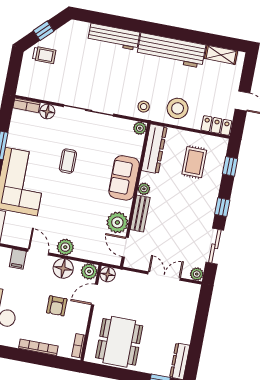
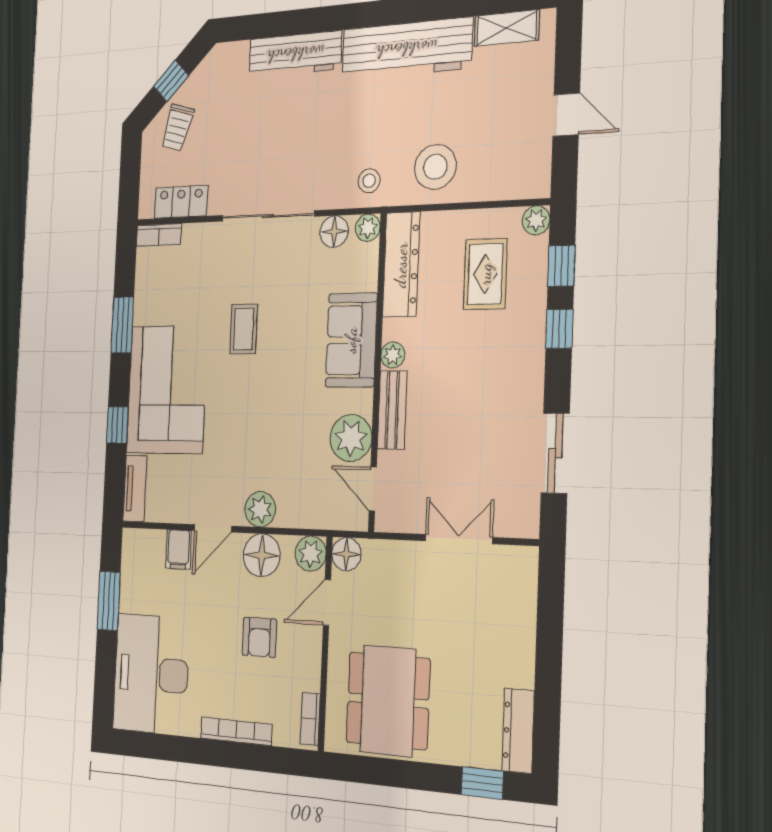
trolley: (44, 55) -> (177, 128), turned 106
floor lamp: (47, 112) -> (334, 232), moved
locker: (216, 125) -> (181, 202), moved
window: (222, 207) -> (559, 329), moved
door: (38, 252) -> (213, 528), swing flipped
plant: (197, 274) -> (536, 220), moved

